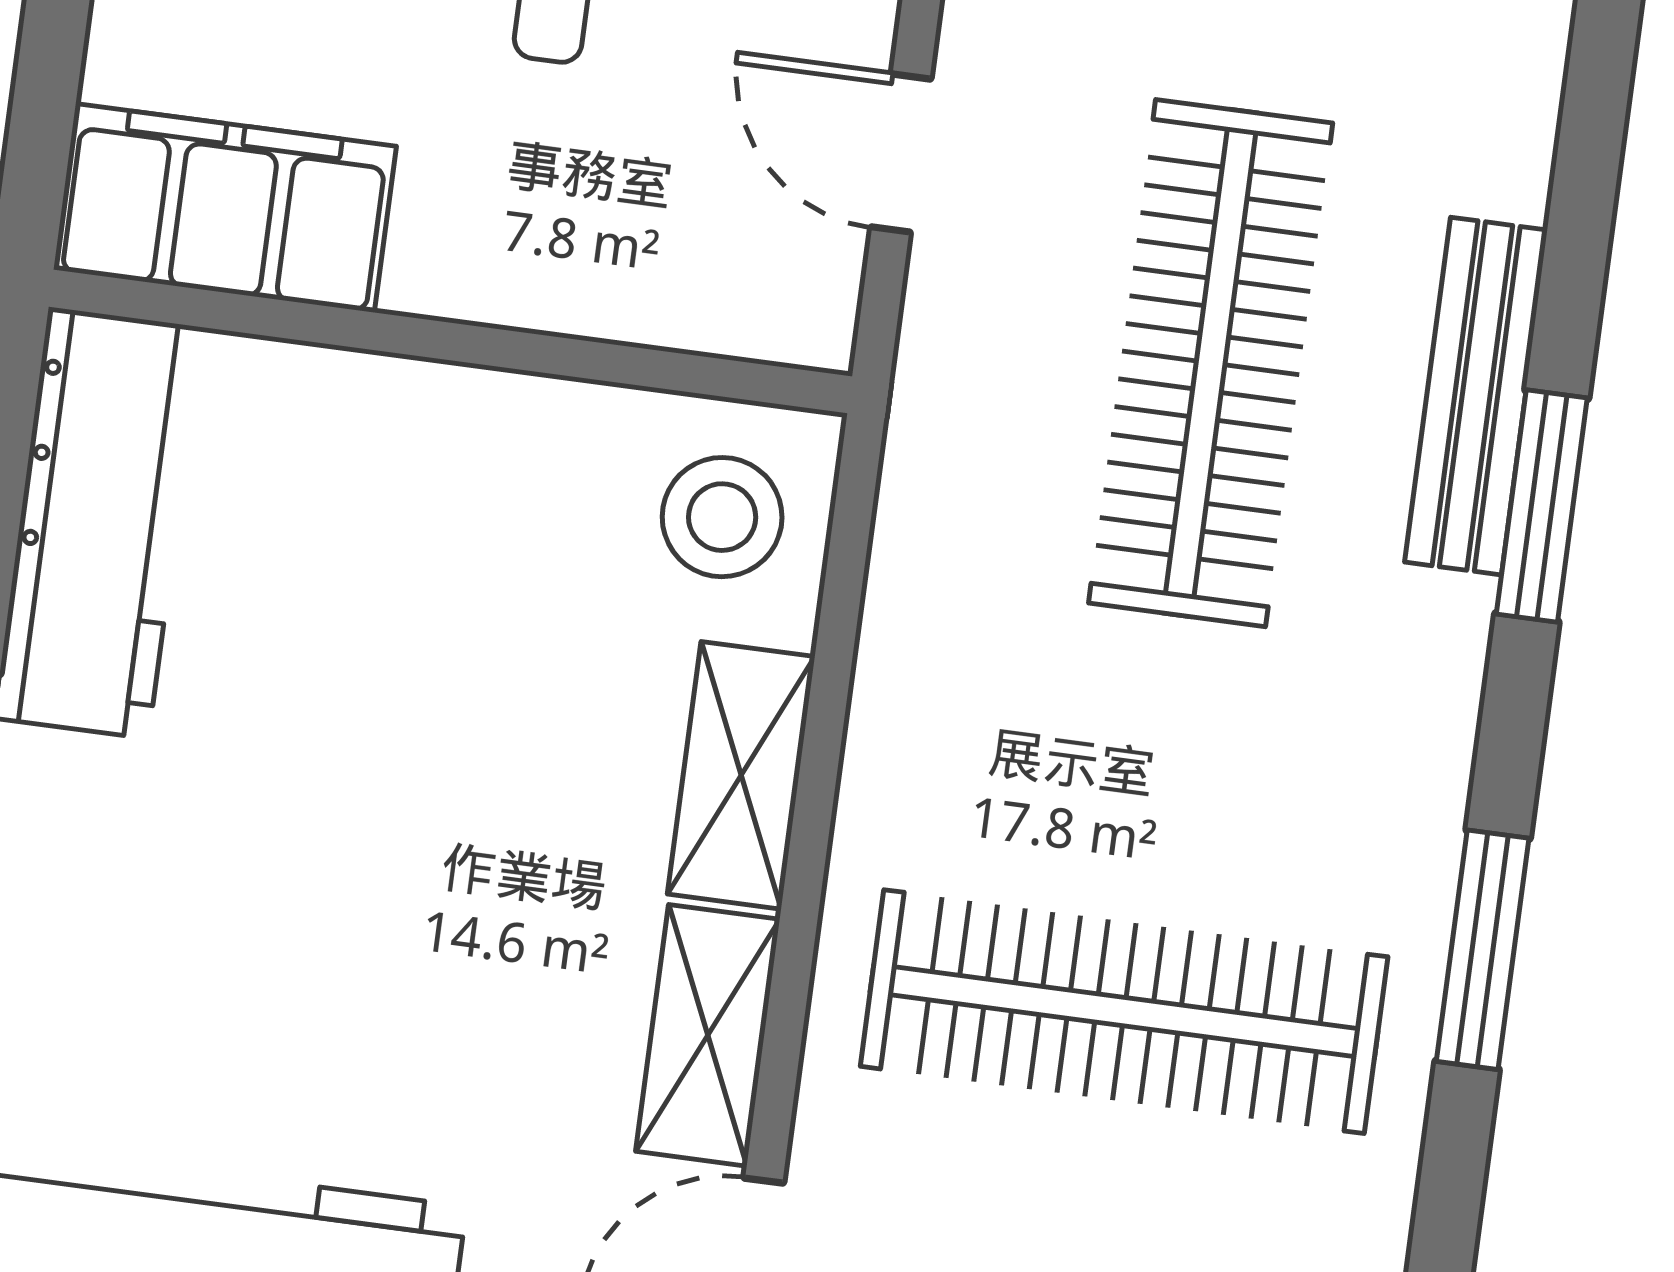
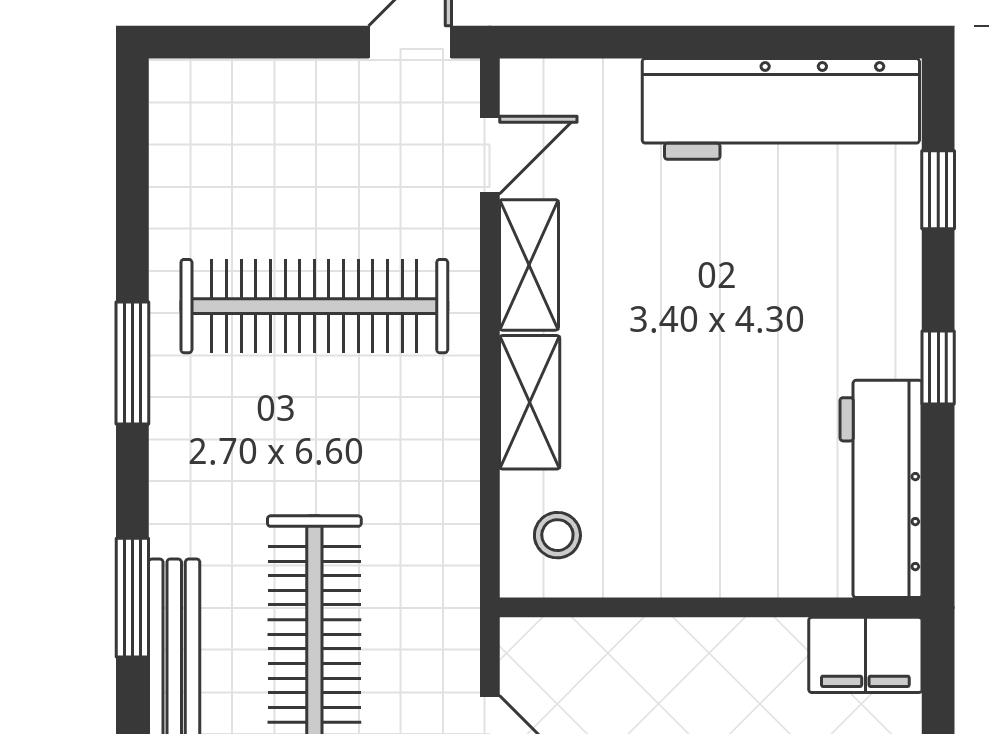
filing cabinet: (225, 208) -> (865, 655), width x0.67, depth x0.86
stool: (722, 517) -> (557, 535), width x0.73, depth x0.73

